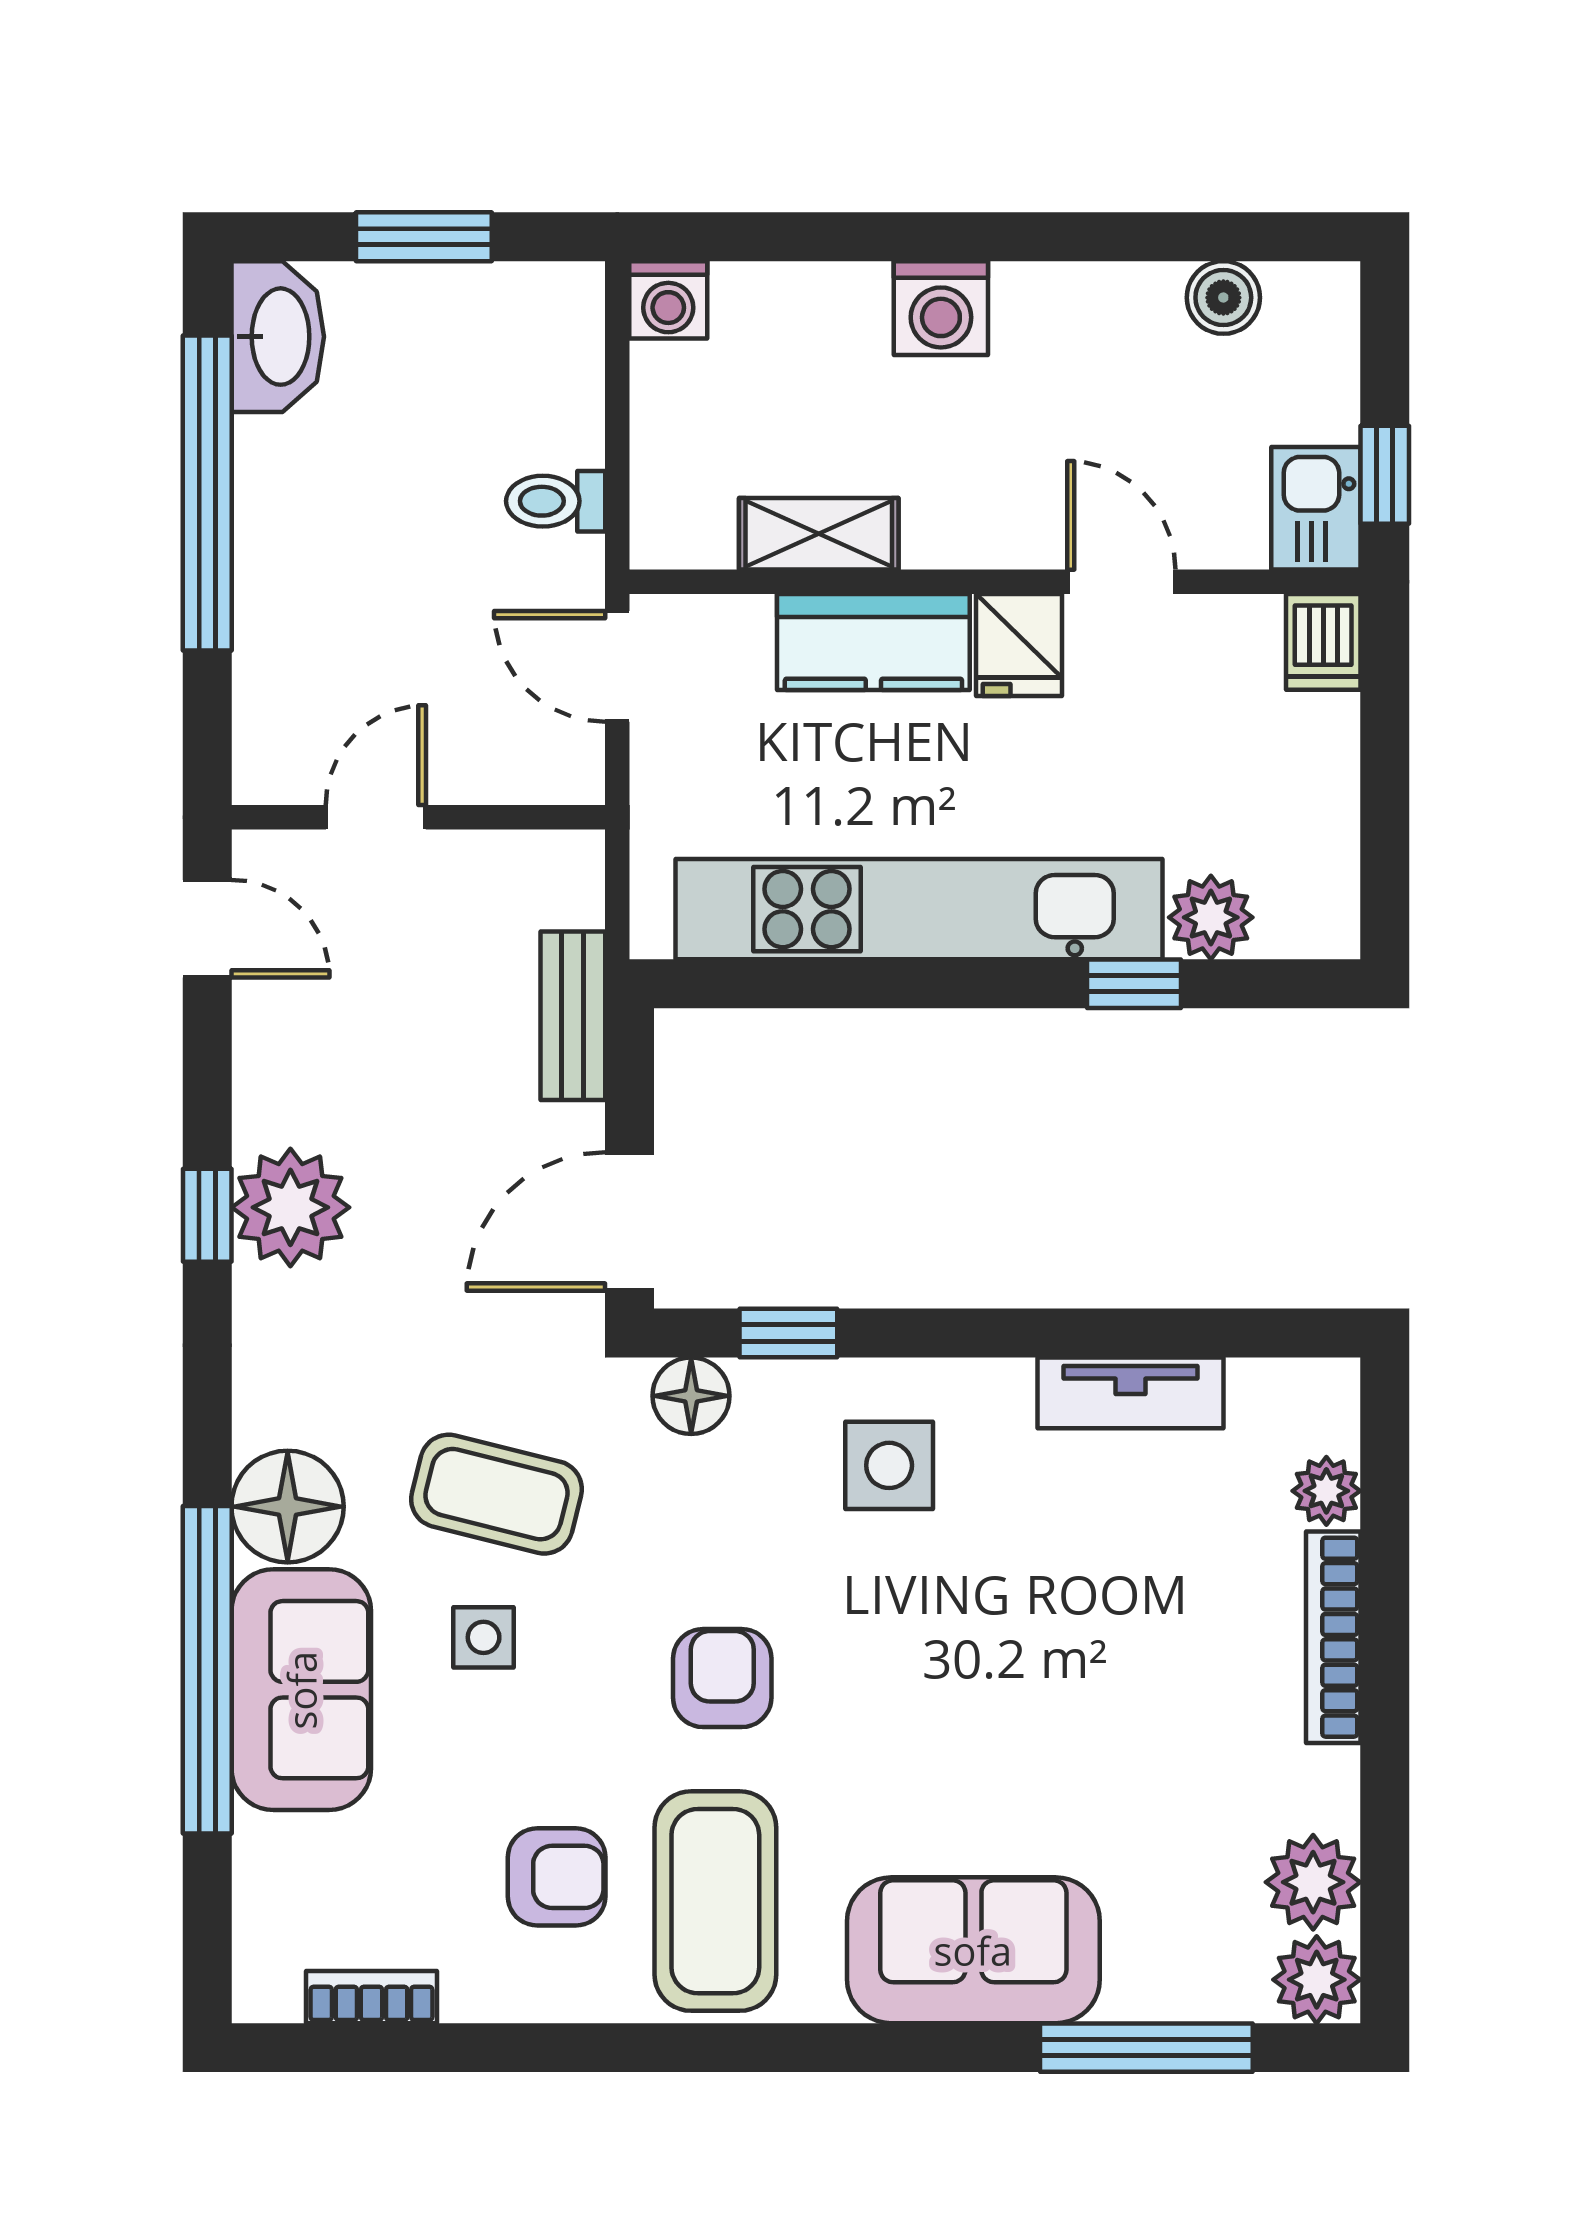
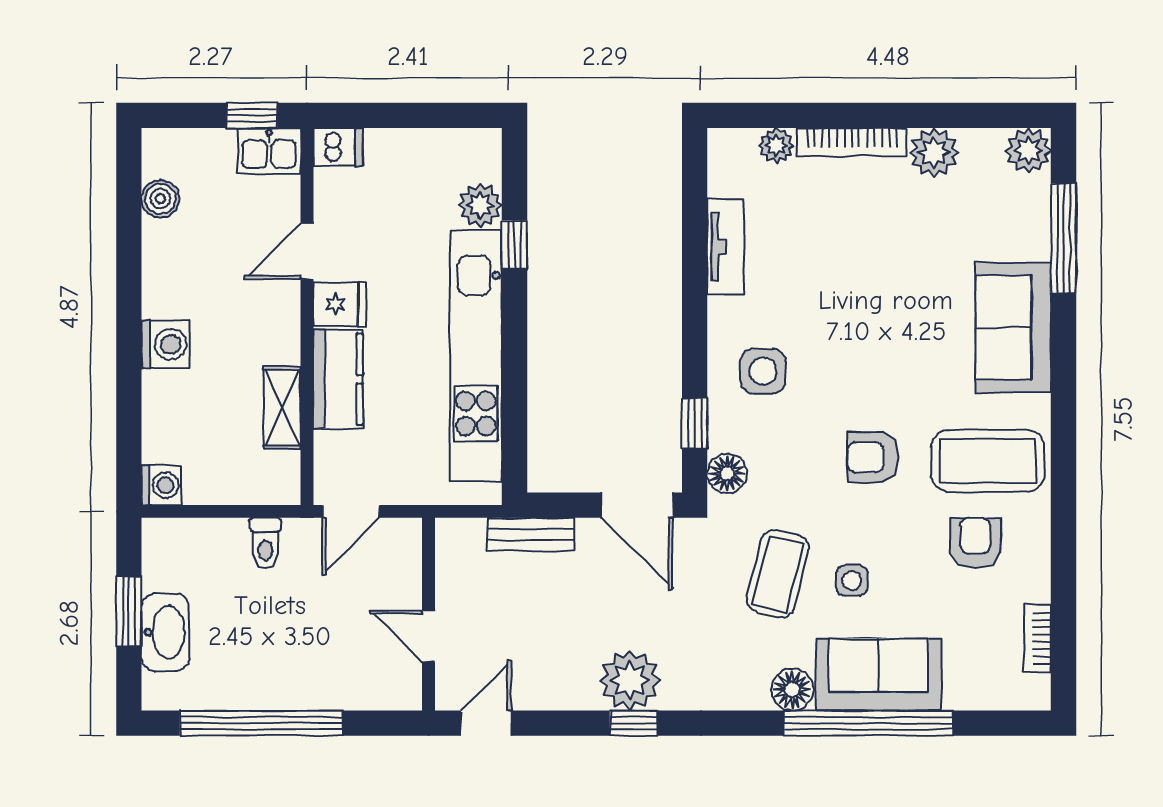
washbasin: (278, 337) -> (165, 632), moved, turned 90
floor lamp: (288, 1507) -> (792, 689), width x0.73, depth x0.73
plant: (1313, 1882) -> (934, 152), moved

